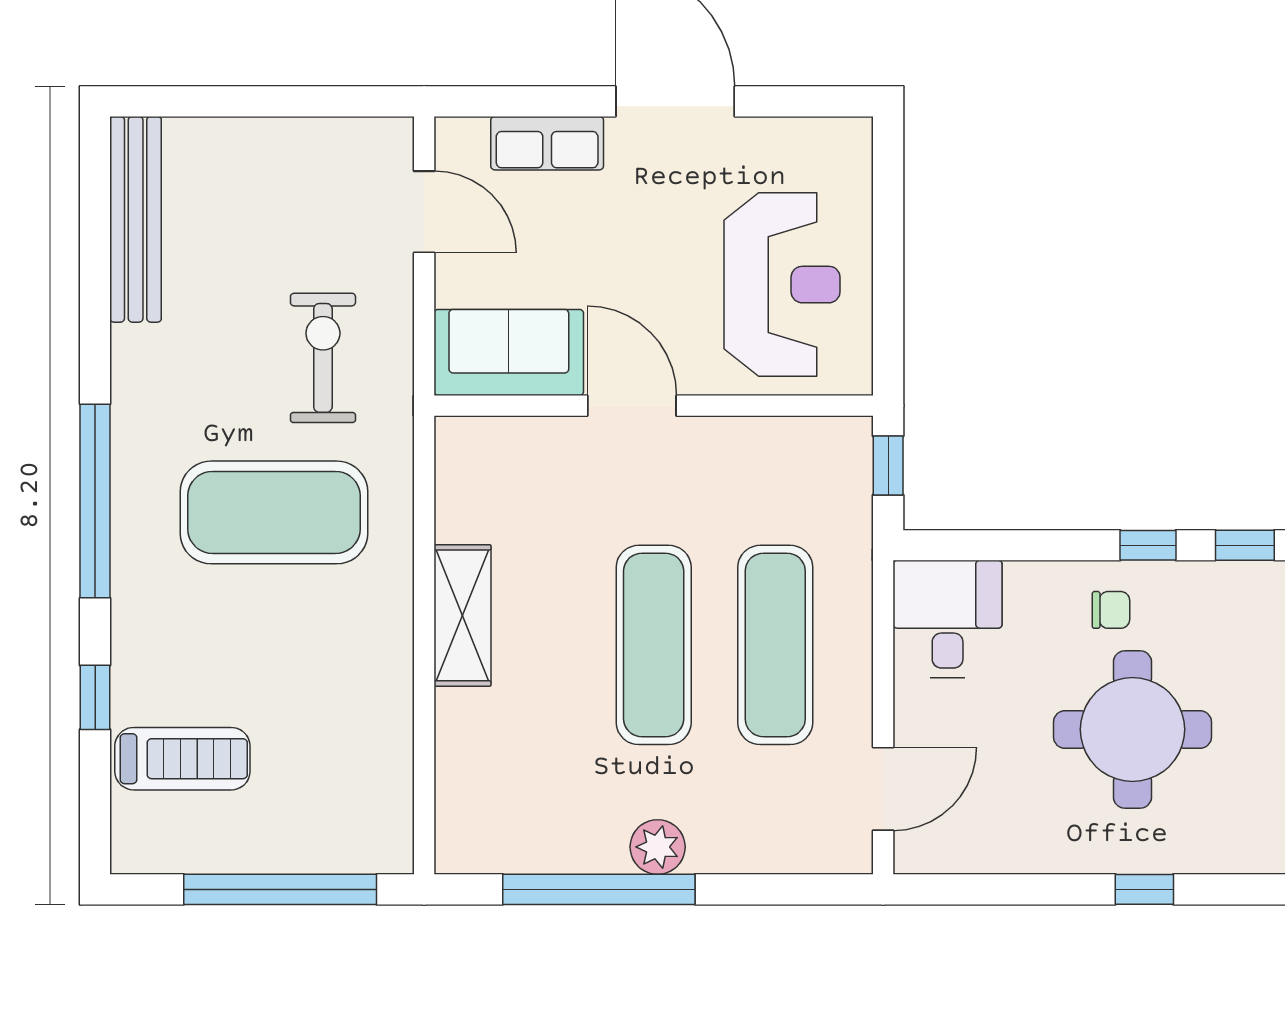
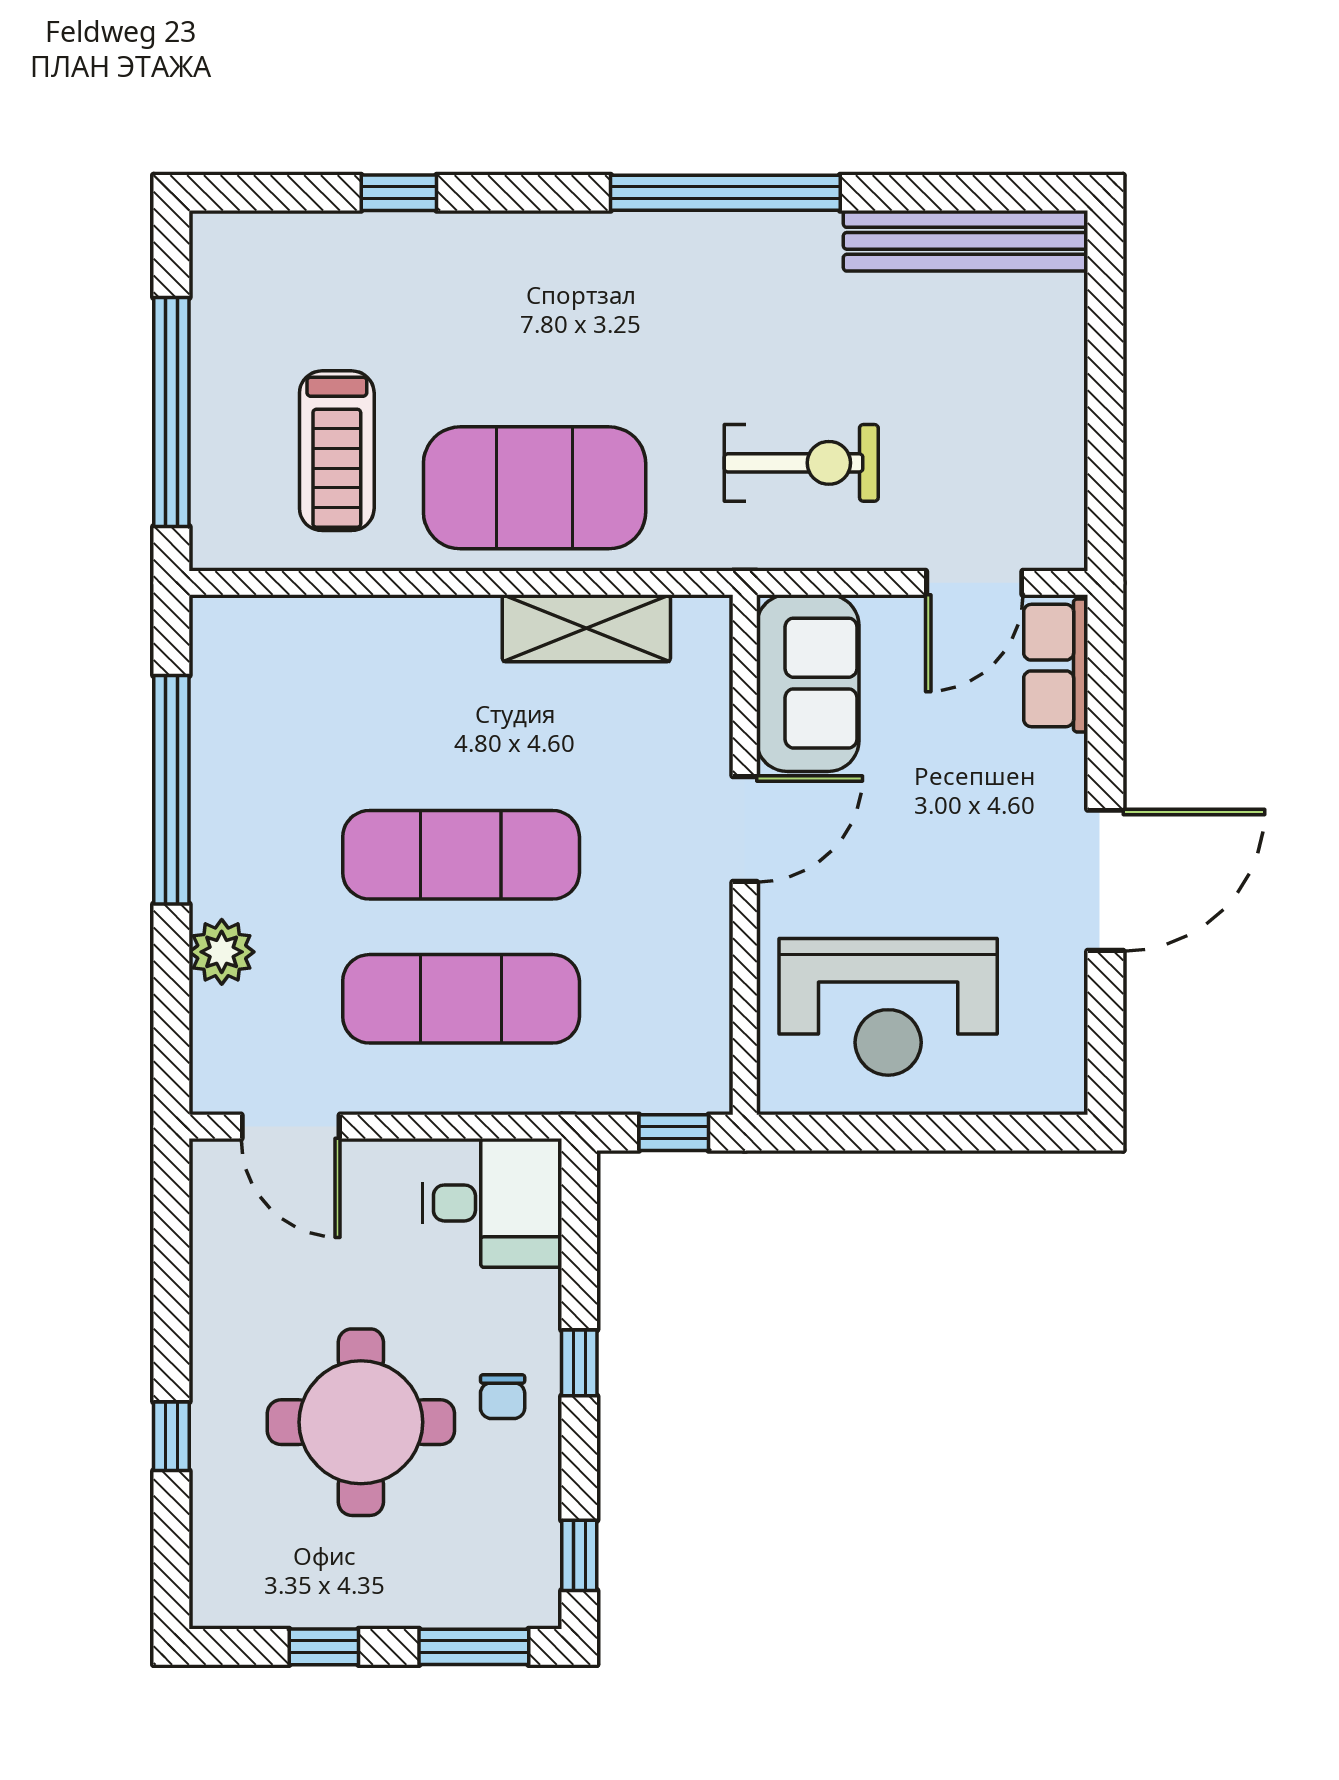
row of seats: (547, 143) -> (1056, 665), moved
window: (95, 501) -> (725, 193), moved
exercise mat: (274, 512) -> (535, 488), moved, turned 90
window: (1148, 545) -> (579, 1363), moved
shelving: (463, 615) -> (586, 628), moved
treadmill: (182, 759) -> (337, 451), moved
plant: (658, 847) -> (222, 952), moved

